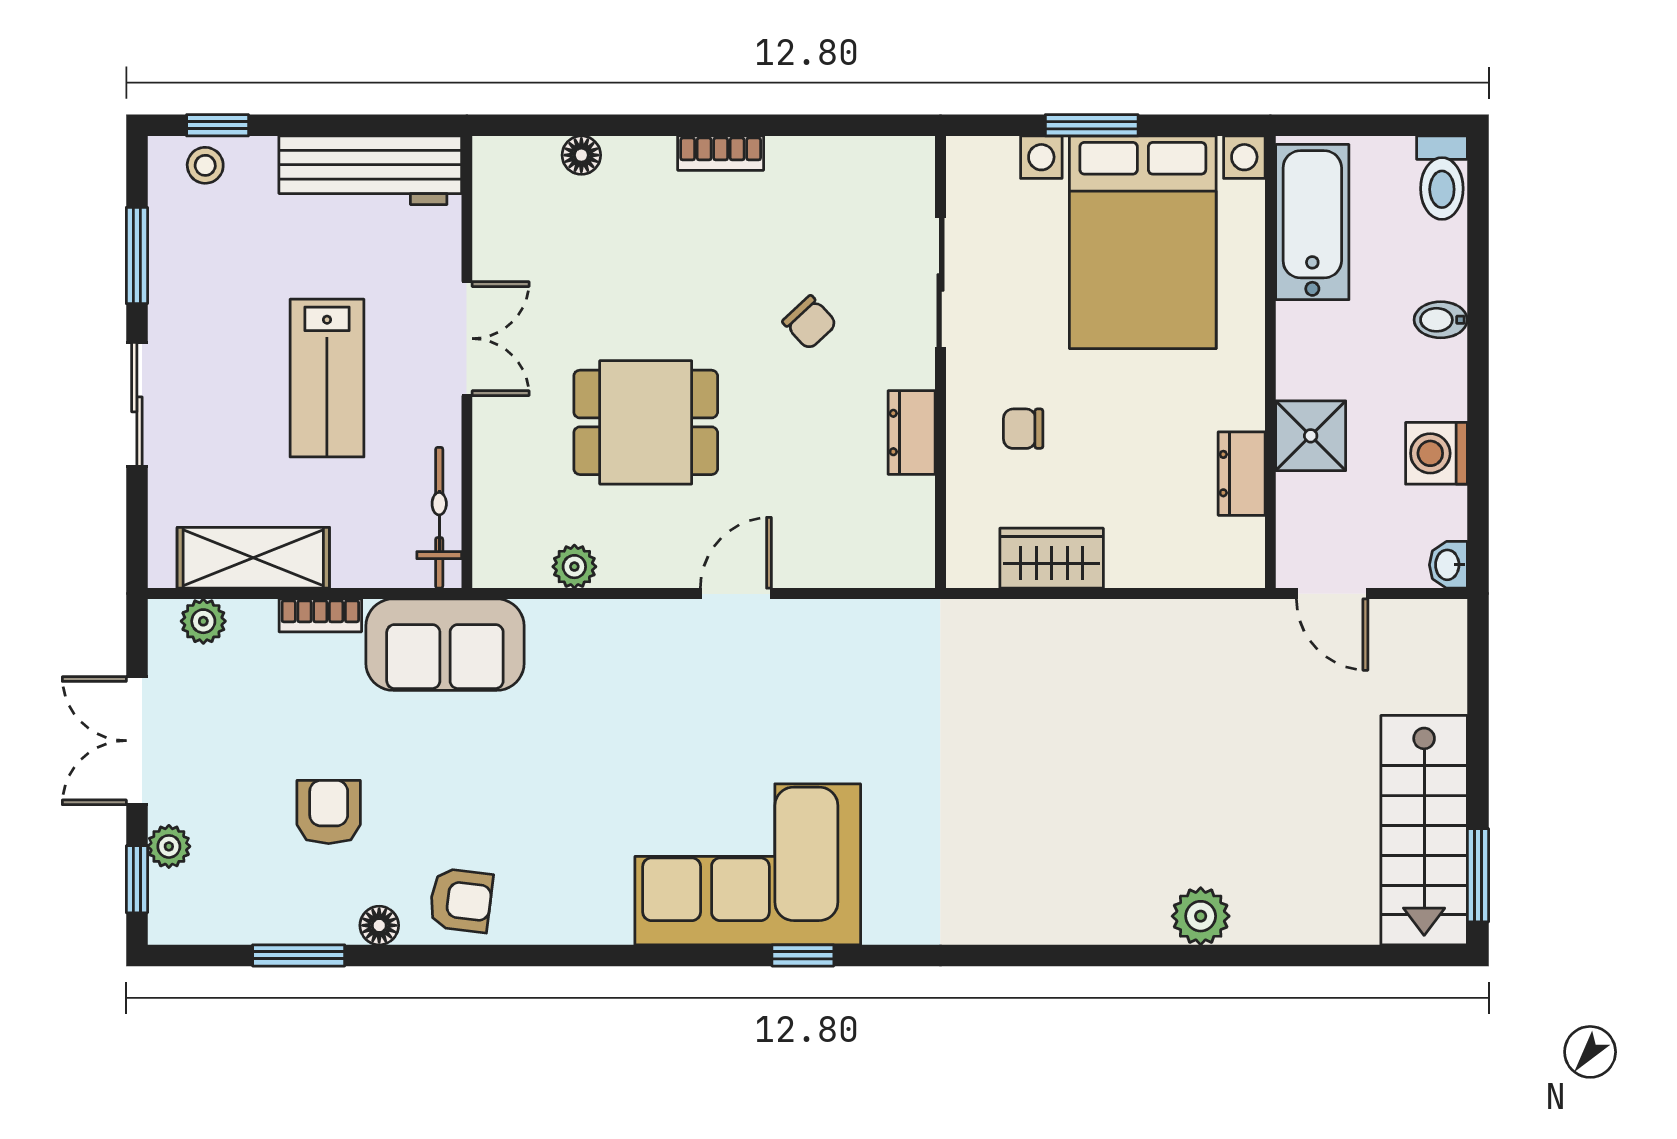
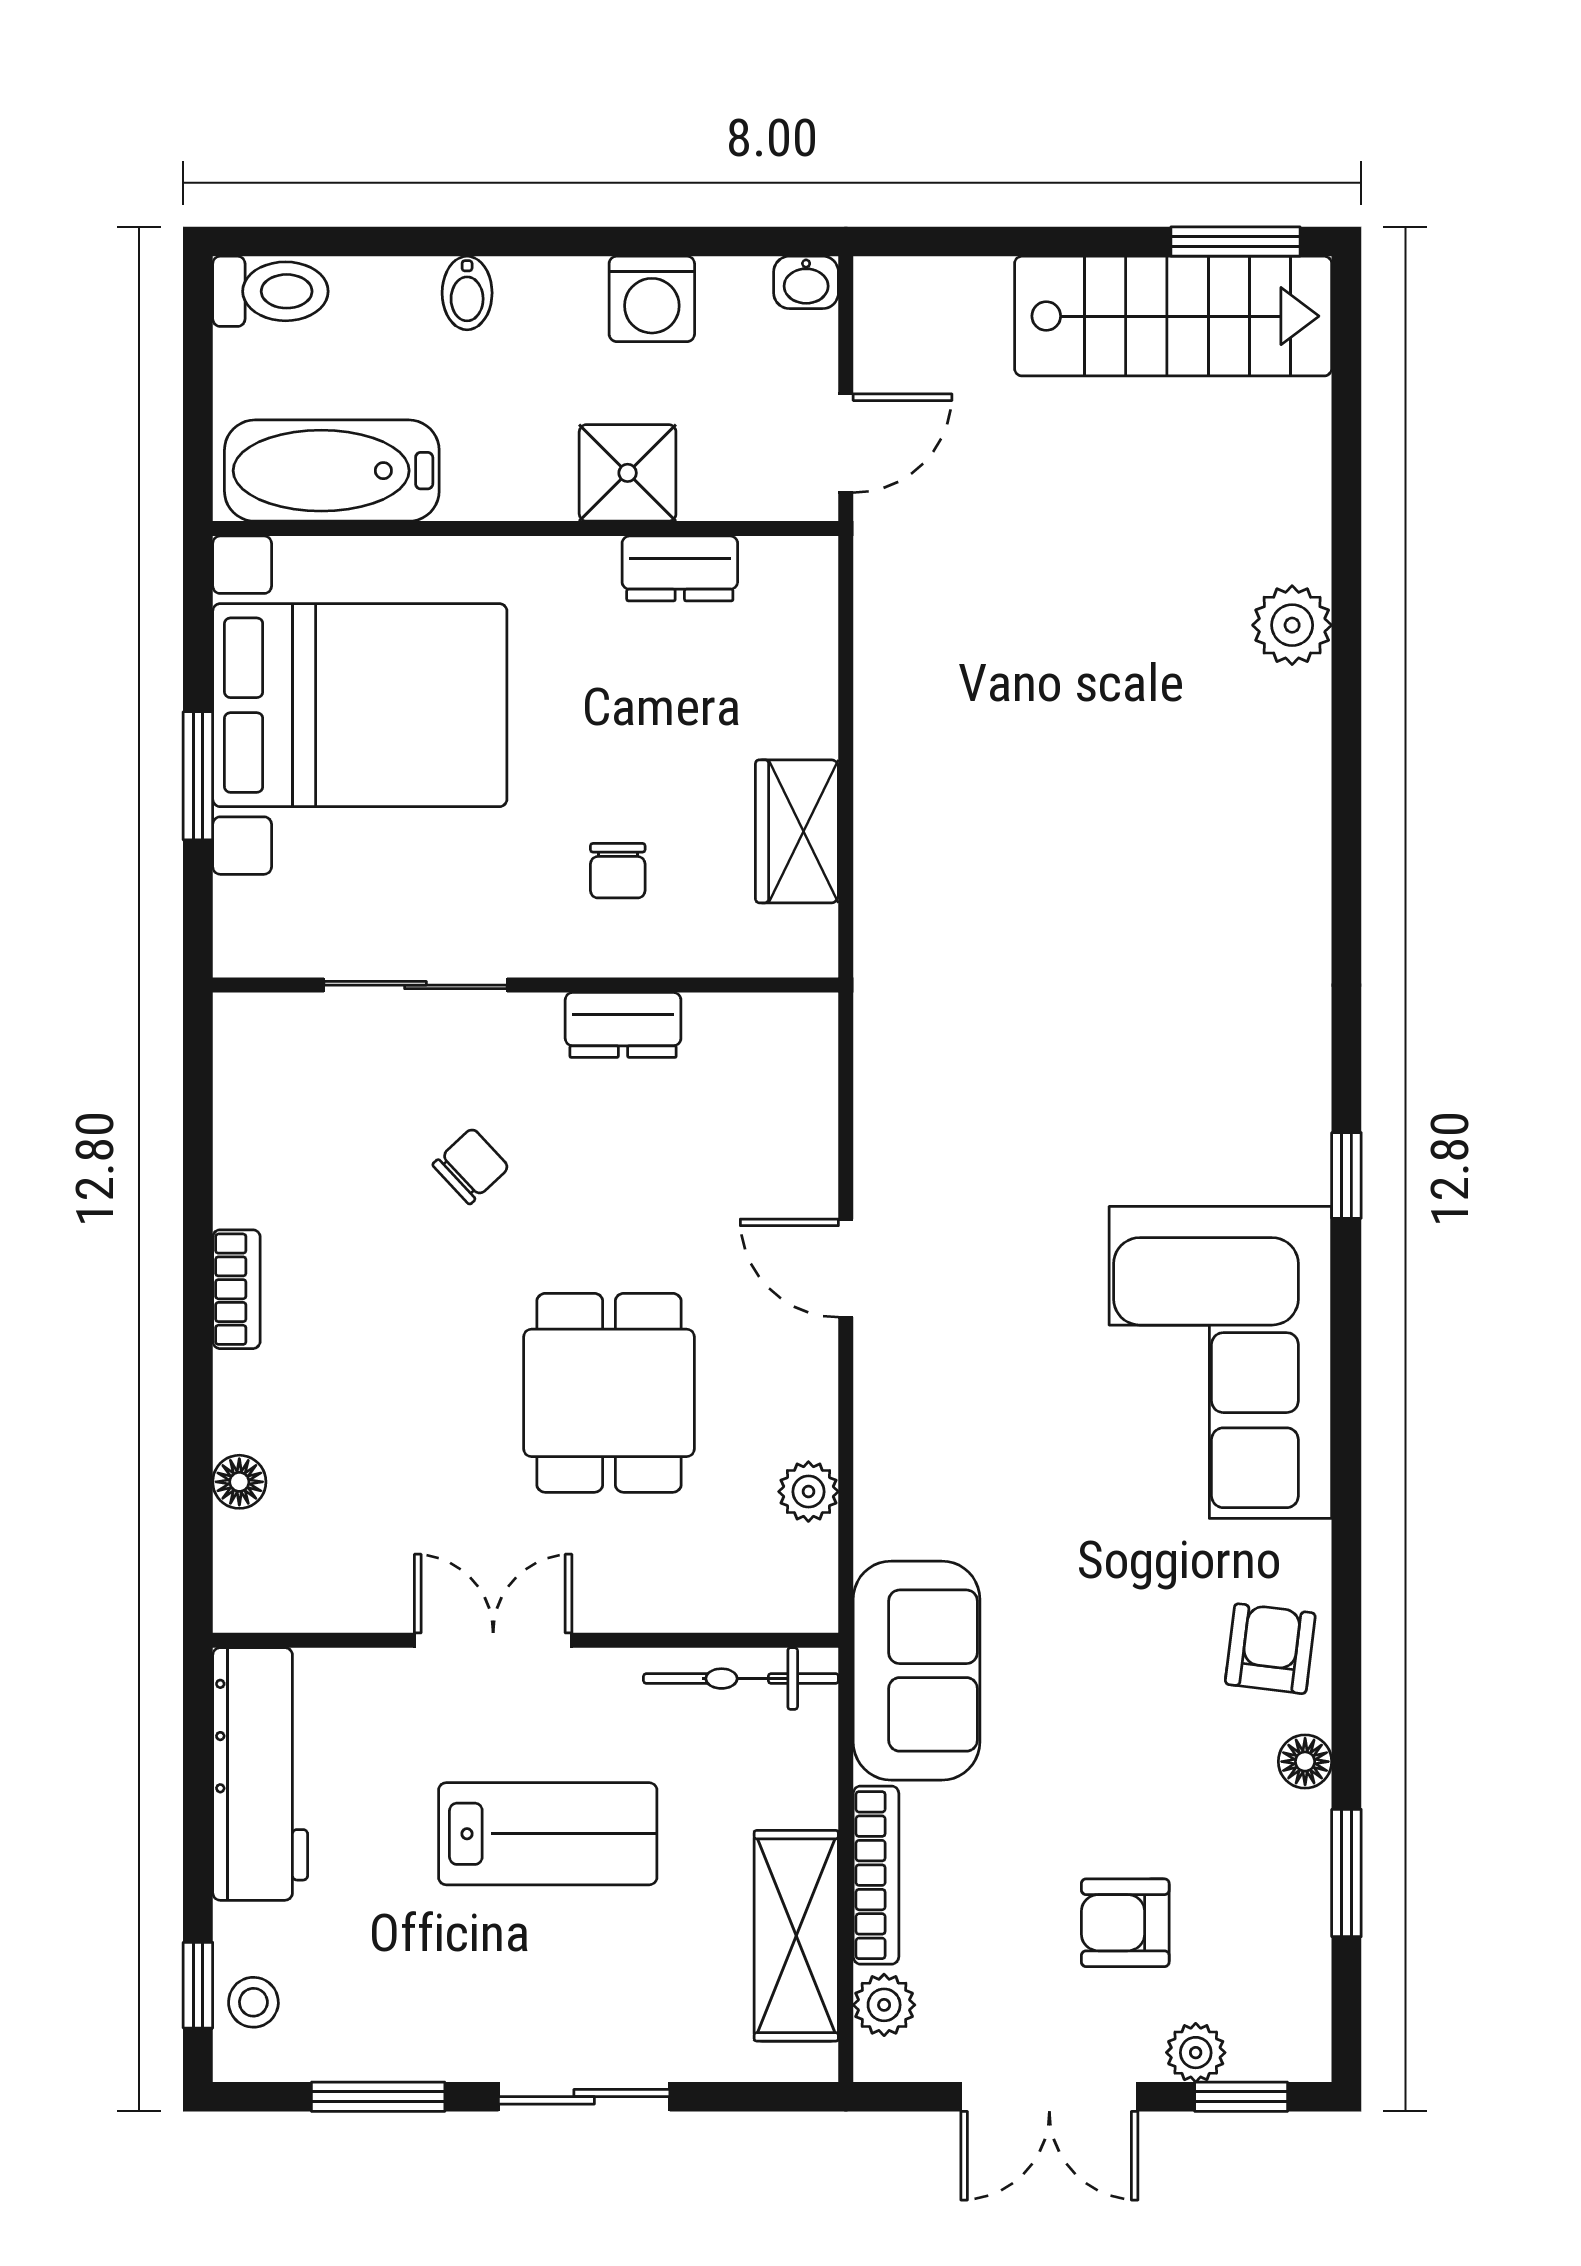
bookcase: (320, 615) -> (876, 1875), width x1.56
armchair: (329, 812) -> (1125, 1923), moved
corner sofa: (748, 864) -> (1220, 1362), moved

